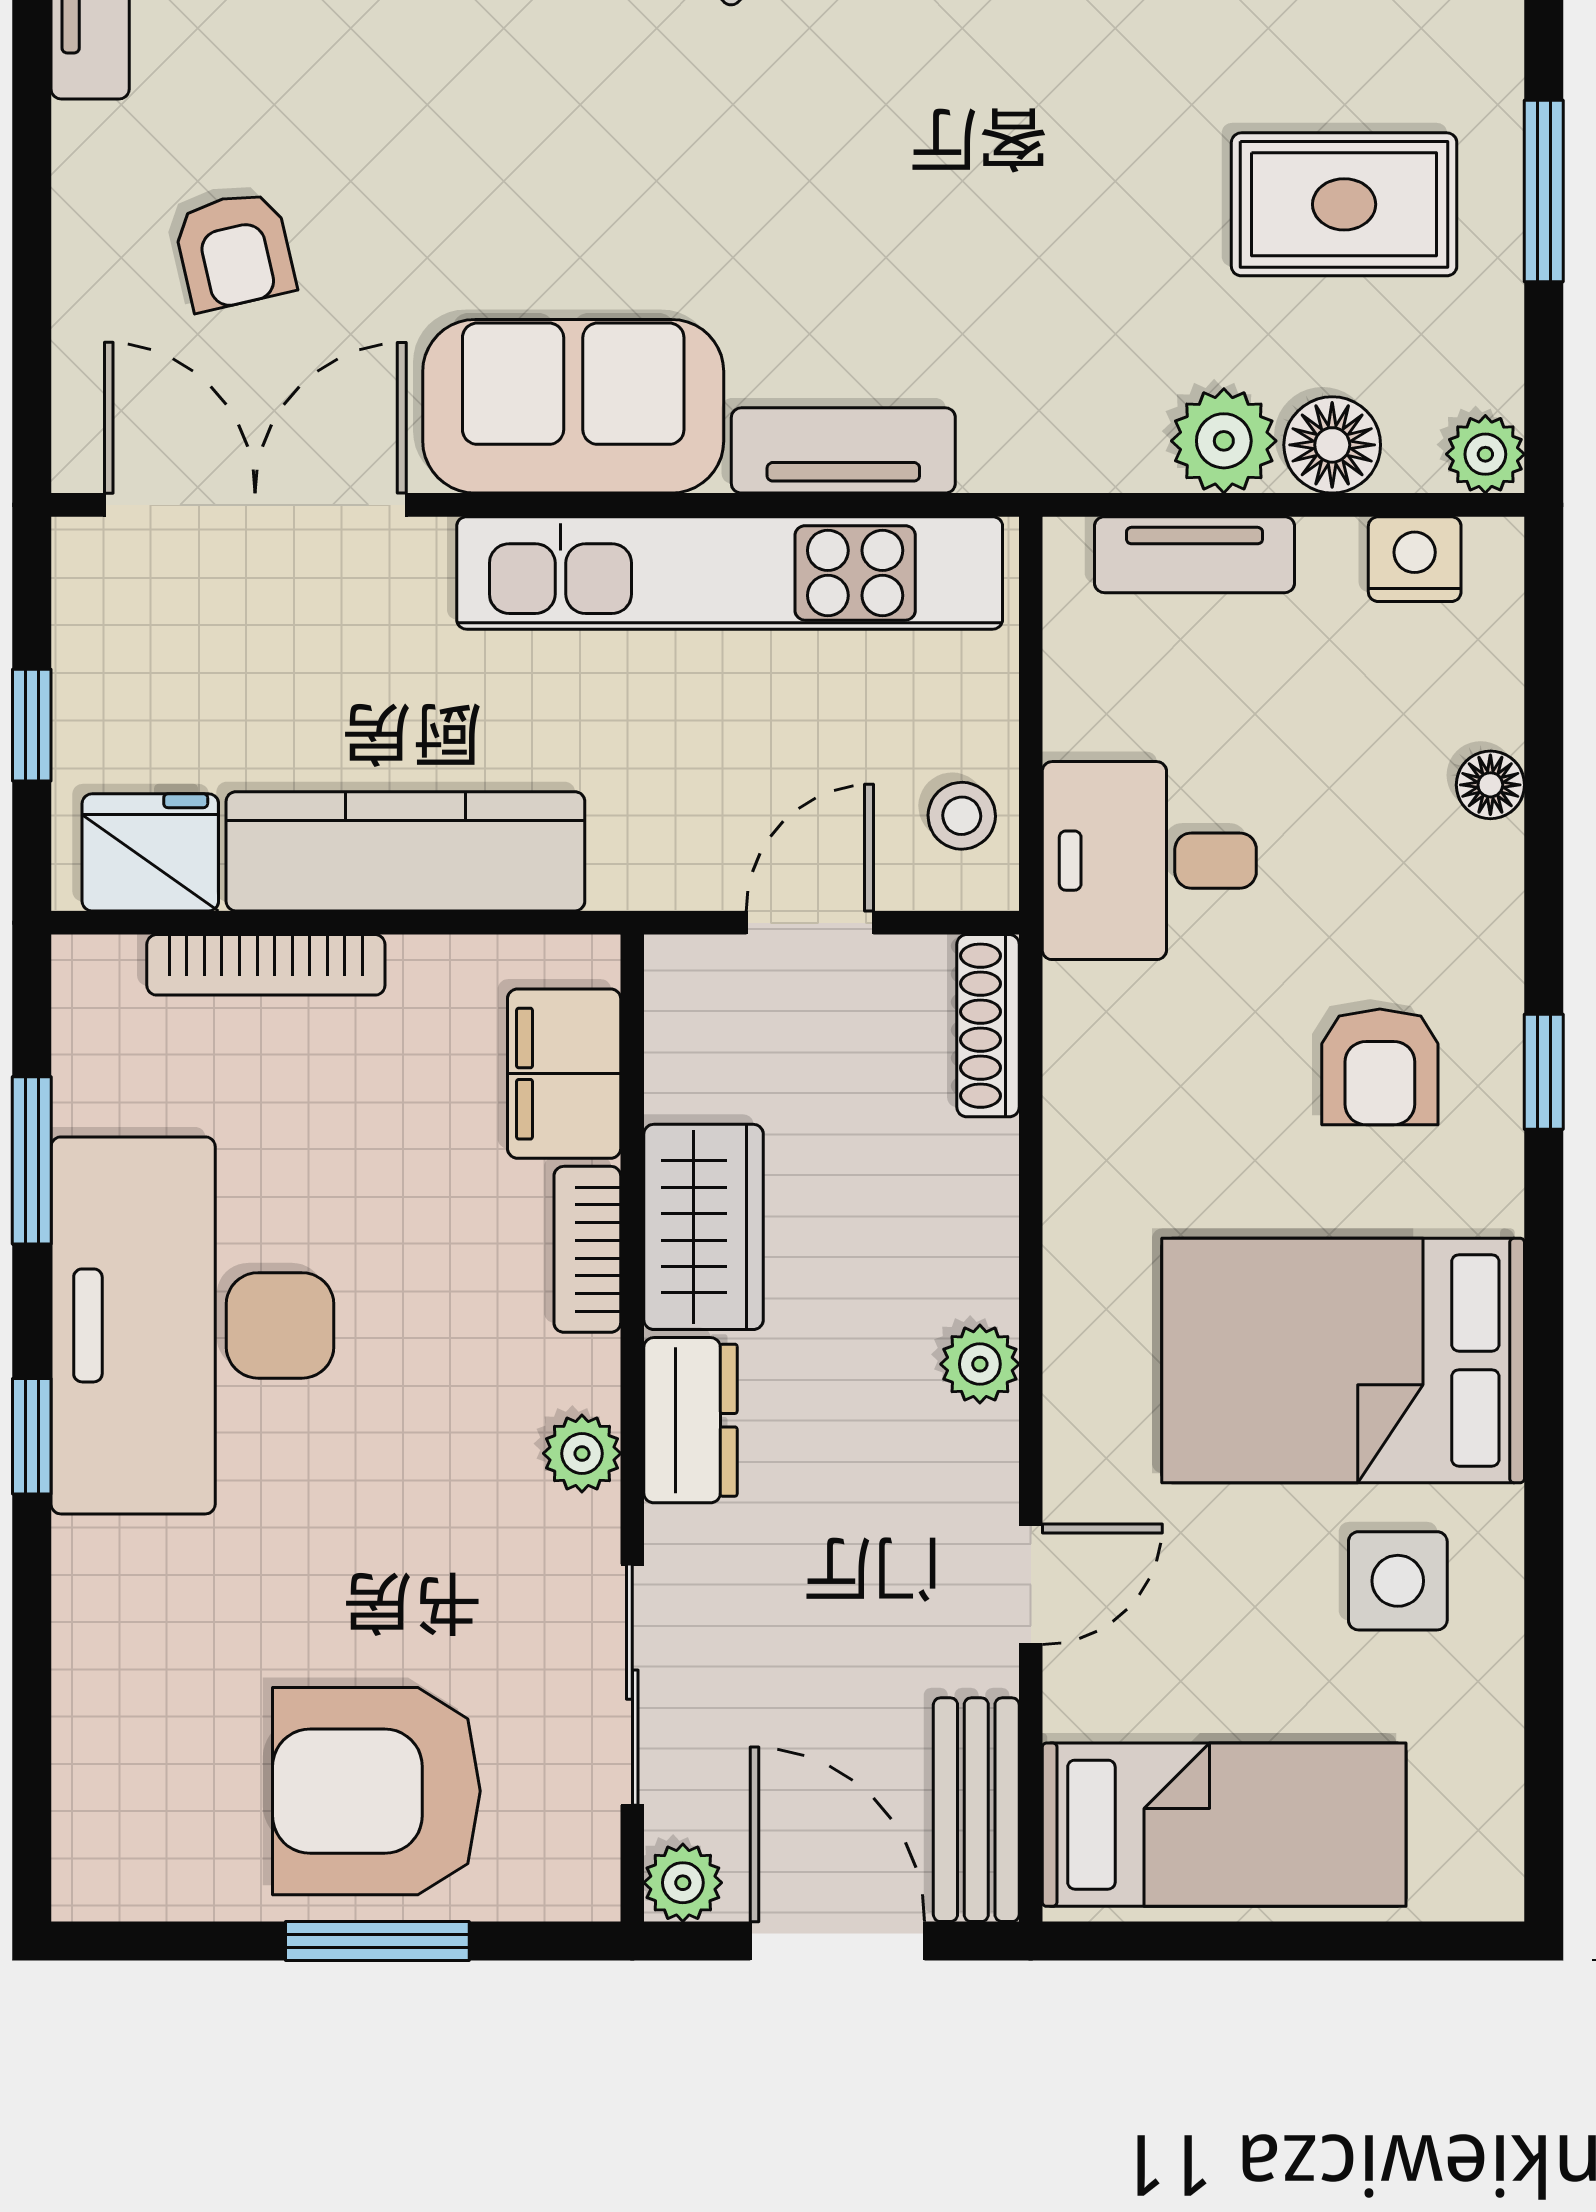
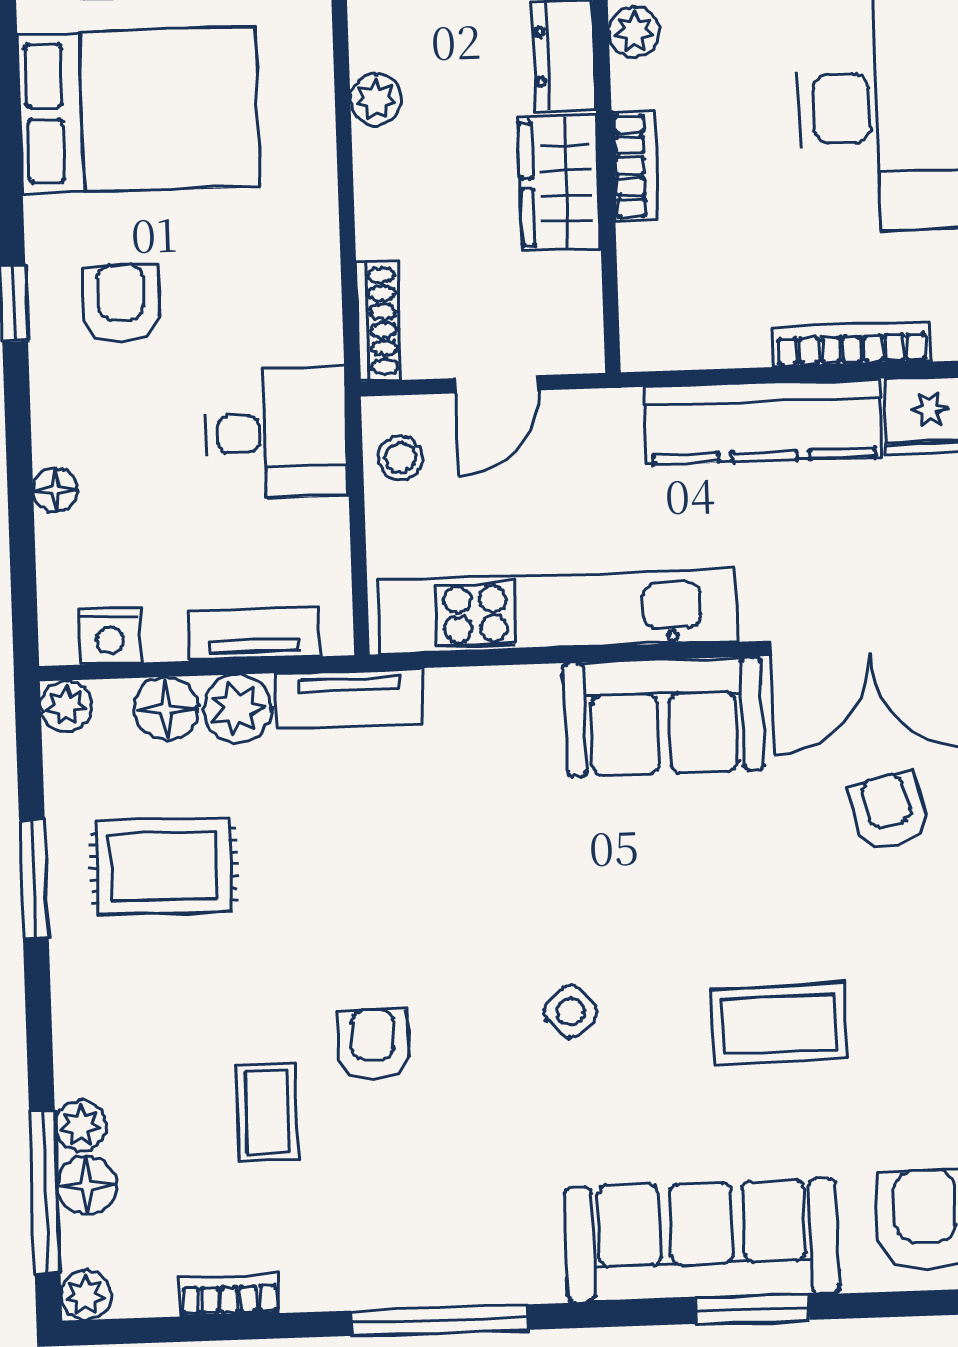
tv unit: (843, 450) -> (350, 699), moved
filing cabinet: (564, 1074) -> (654, 280), removed

